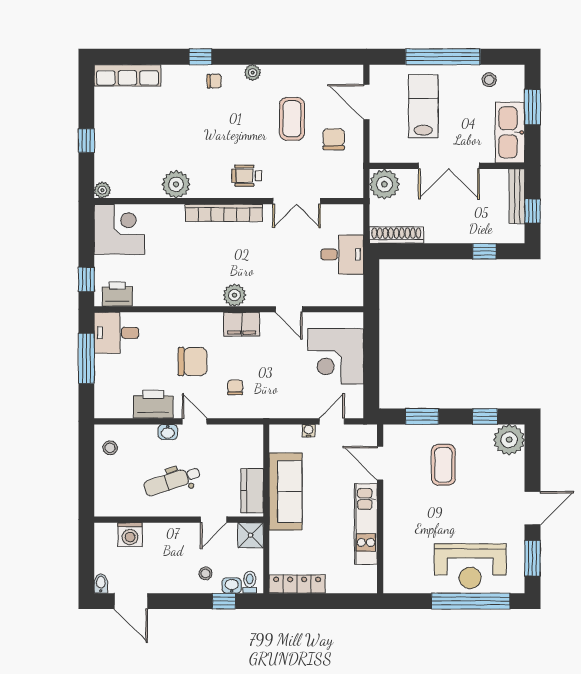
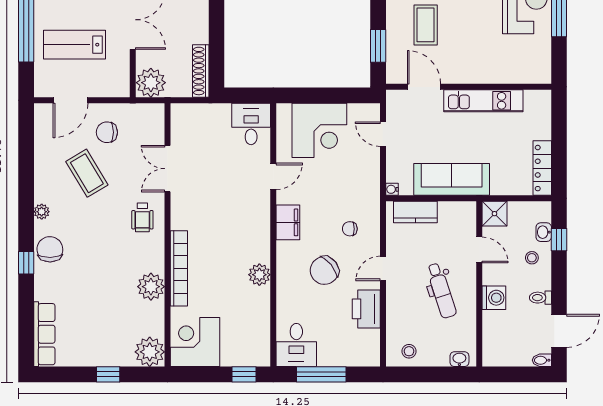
chair: (214, 81) -> (50, 249), width x1.87, depth x1.87
coffee table: (292, 119) -> (87, 173), turned 59
plant: (102, 190) -> (150, 352), width x1.87, depth x1.87
double door: (297, 201) -> (167, 169), swing flipped
bookcase: (224, 213) -> (179, 268), moved
desk: (342, 255) -> (251, 124), moved
printer: (117, 294) -> (258, 344), removed
plant: (234, 295) -> (259, 275), moved
chair: (193, 361) -> (324, 270), turned -129
water cooler: (309, 431) -> (392, 189), moved
washbasin: (168, 432) -> (459, 359), moved, turned -90
door: (380, 463) -> (424, 87), swing flipped
coffee table: (443, 465) -> (426, 25), turned 90
kitchen counter: (252, 491) -> (415, 212), moved
washing machine: (130, 535) -> (494, 298), moved
toilet: (250, 582) -> (540, 298), moved

